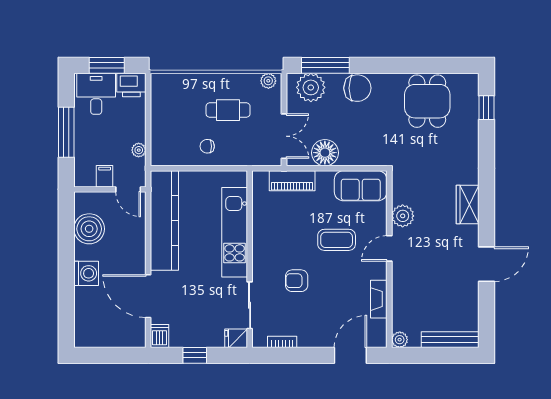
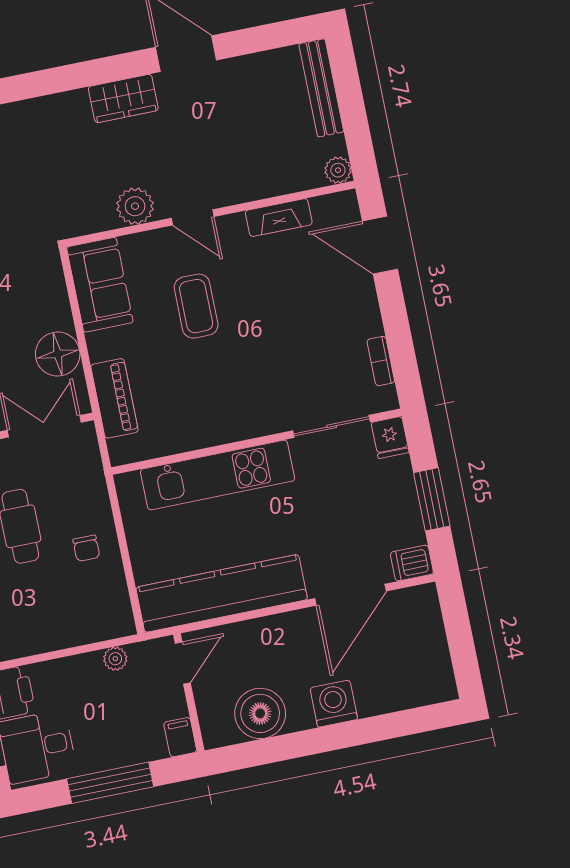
filing cabinet: (105, 176) -> (180, 737), moved, turned 90
wardrobe: (468, 205) -> (123, 98), moved
armchair: (297, 281) -> (276, 358), removed
window: (195, 355) -> (432, 499), width x1.50

